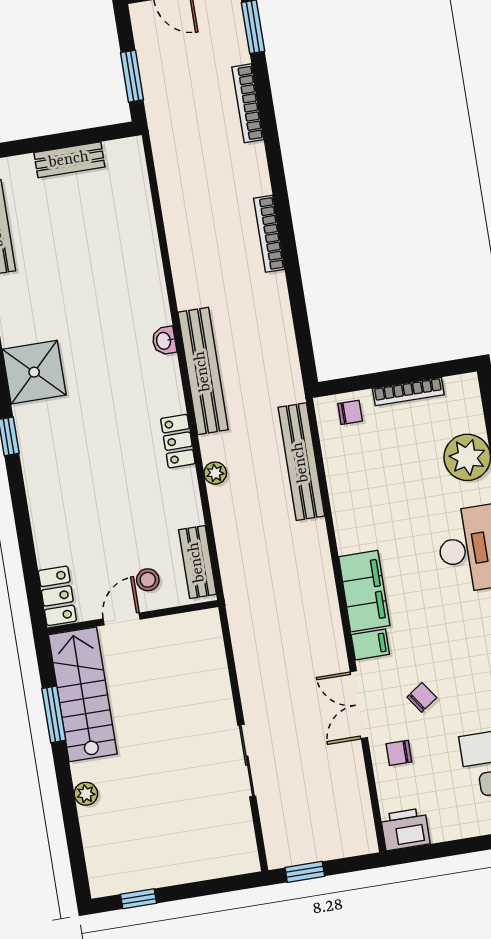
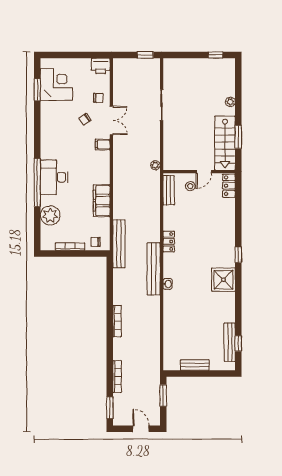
bench: (301, 462) -> (119, 244), moved
plant: (215, 473) -> (155, 165), moved
filing cabinet: (364, 591) -> (102, 201), moved

